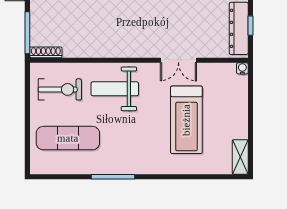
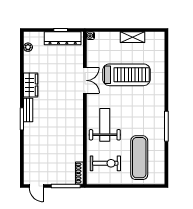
exercise bike: (60, 89) -> (105, 163), turned 90
weight bench: (115, 89) -> (105, 125), turned 180
shelving: (240, 157) -> (133, 37), moved

